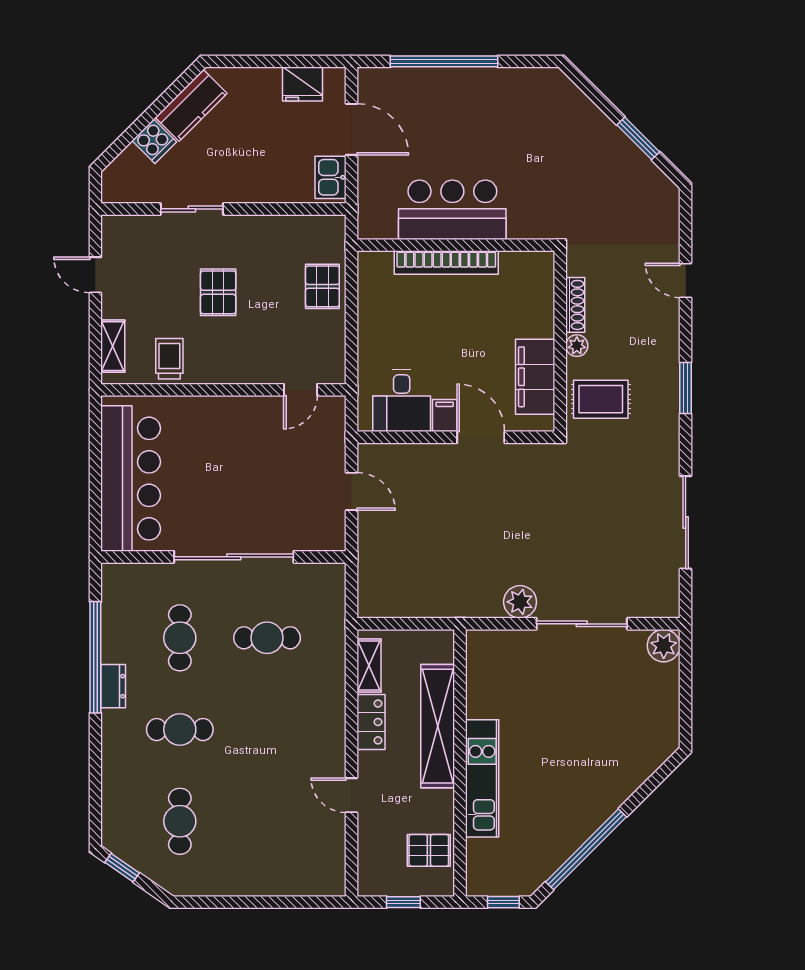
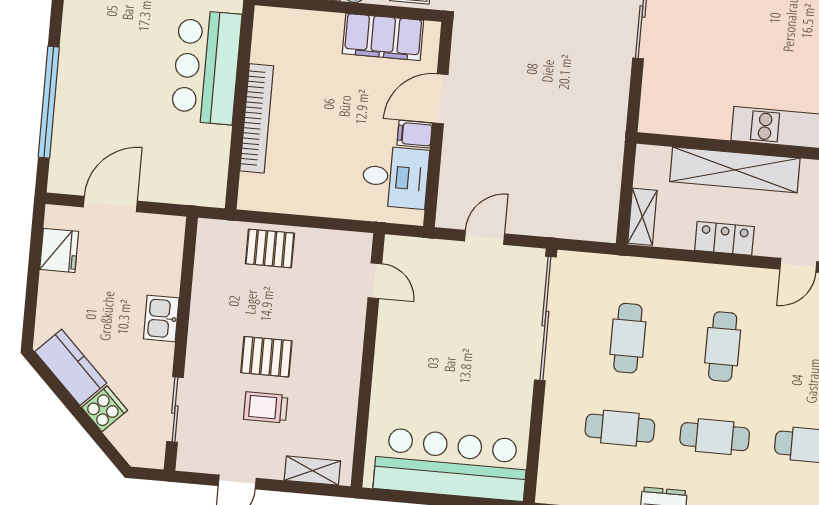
kitchen sink: (330, 177) -> (161, 318), moved, turned 90
sliding door: (192, 209) -> (175, 410), moved
bar counter: (452, 210) -> (206, 67), moved
trolley: (169, 359) -> (266, 407), moved
sliding door: (234, 557) -> (545, 319), moved
plant: (520, 602) -> (614, 73), removed
shelving: (369, 665) -> (642, 217), moved, turned 90
cafe table: (180, 730) -> (715, 437), turned 90
cafe table: (267, 730) -> (723, 347), added

